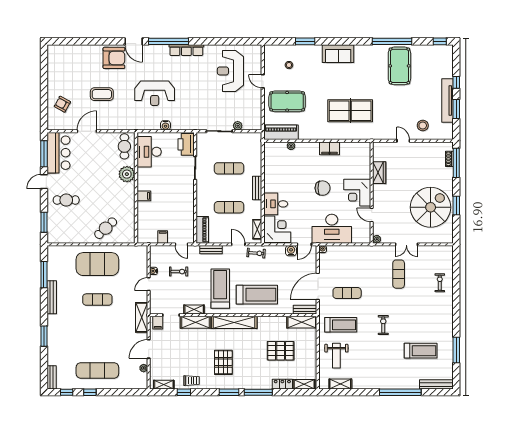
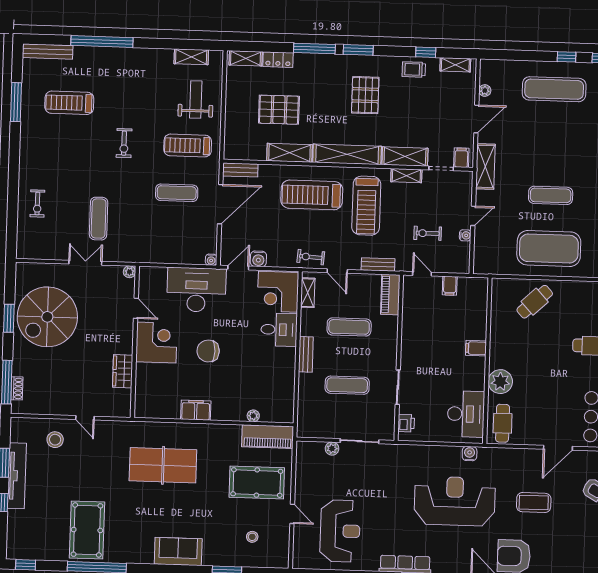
reception desk: (155, 93) -> (455, 501), width x1.36, depth x1.30
water cooler: (165, 125) -> (470, 454), moved
printer: (186, 144) -> (406, 423), width x0.53, depth x0.68
shelving: (302, 322) -> (289, 153), moved

